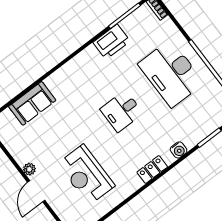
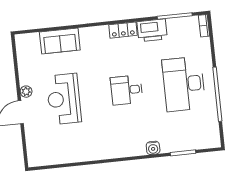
locker: (152, 170) -> (123, 30), moved, turned 180
reception desk: (86, 175) -> (64, 99), moved

